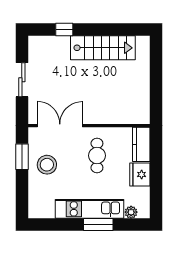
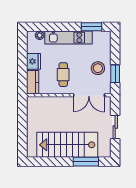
window: (64, 30) -> (86, 162), width x2.17
stairs: (103, 48) -> (67, 145), width x1.36, depth x1.51
window: (98, 225) -> (92, 27), moved

